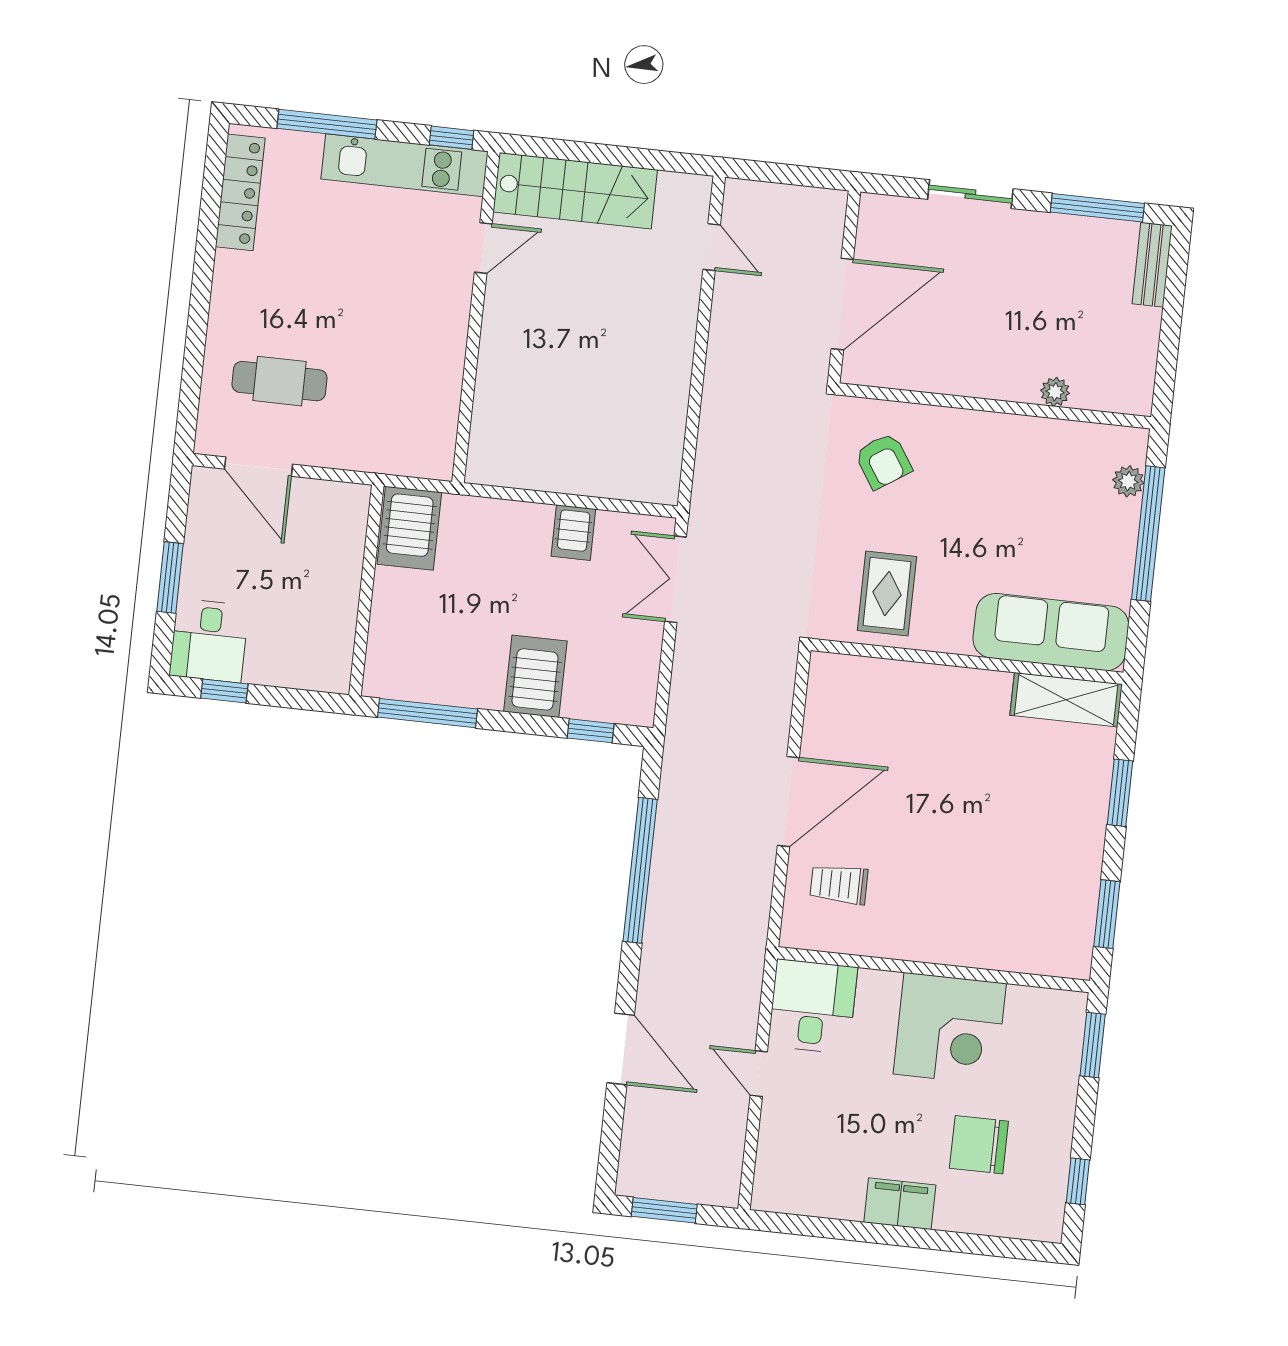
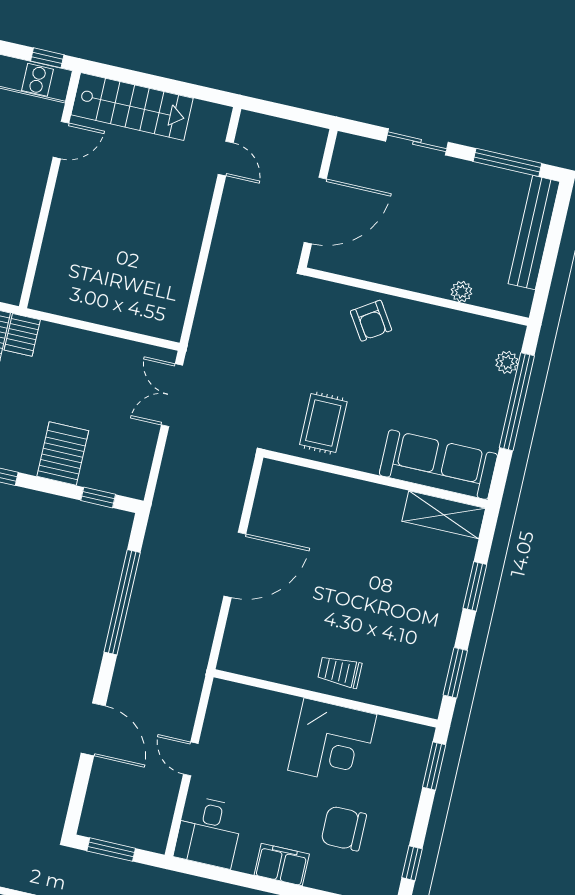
bench: (1152, 265) -> (534, 233), width x1.86, depth x1.21
armchair: (883, 461) -> (371, 321), moved
server rack: (573, 533) -> (22, 335), moved
trolley: (839, 884) -> (340, 672), moved
desk: (813, 1006) -> (209, 832), moved, turned 180

